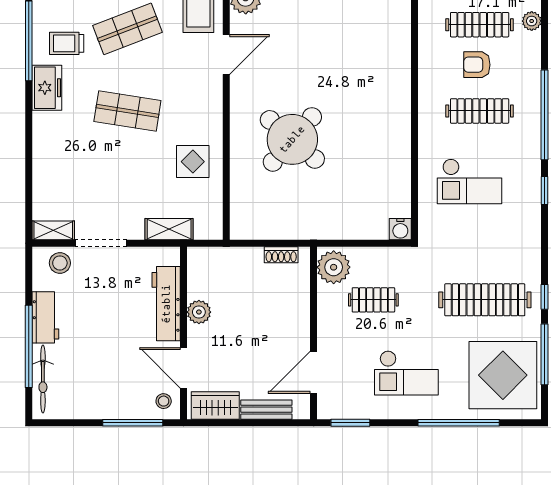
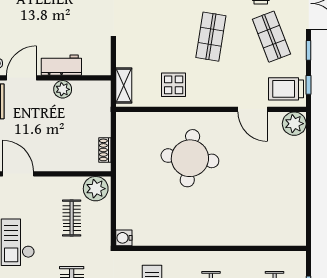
round table: (292, 139) -> (190, 158), turned -34
shelving: (169, 229) -> (124, 86), moved
workbench: (166, 304) -> (61, 65), width x0.73

